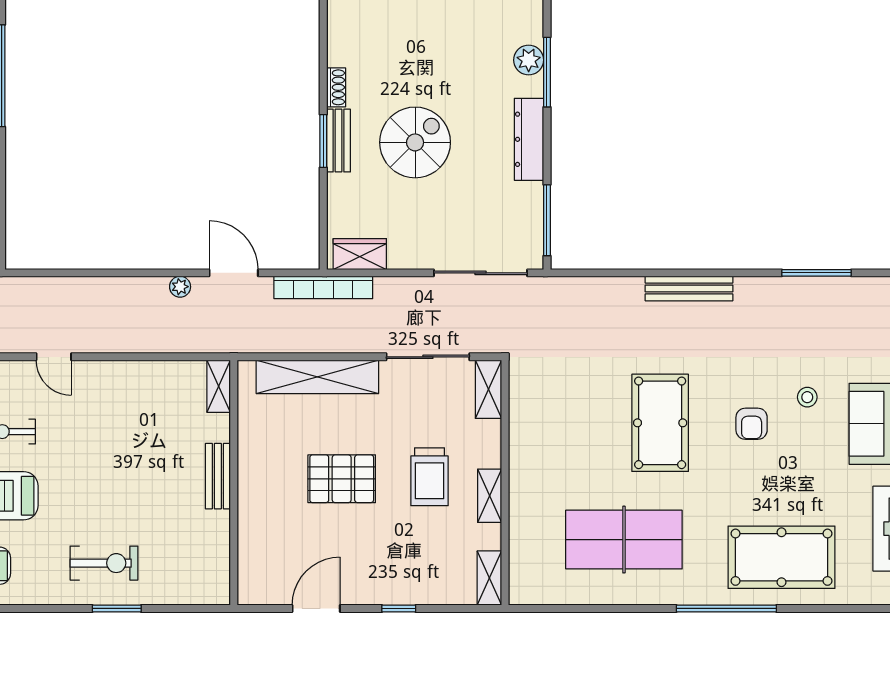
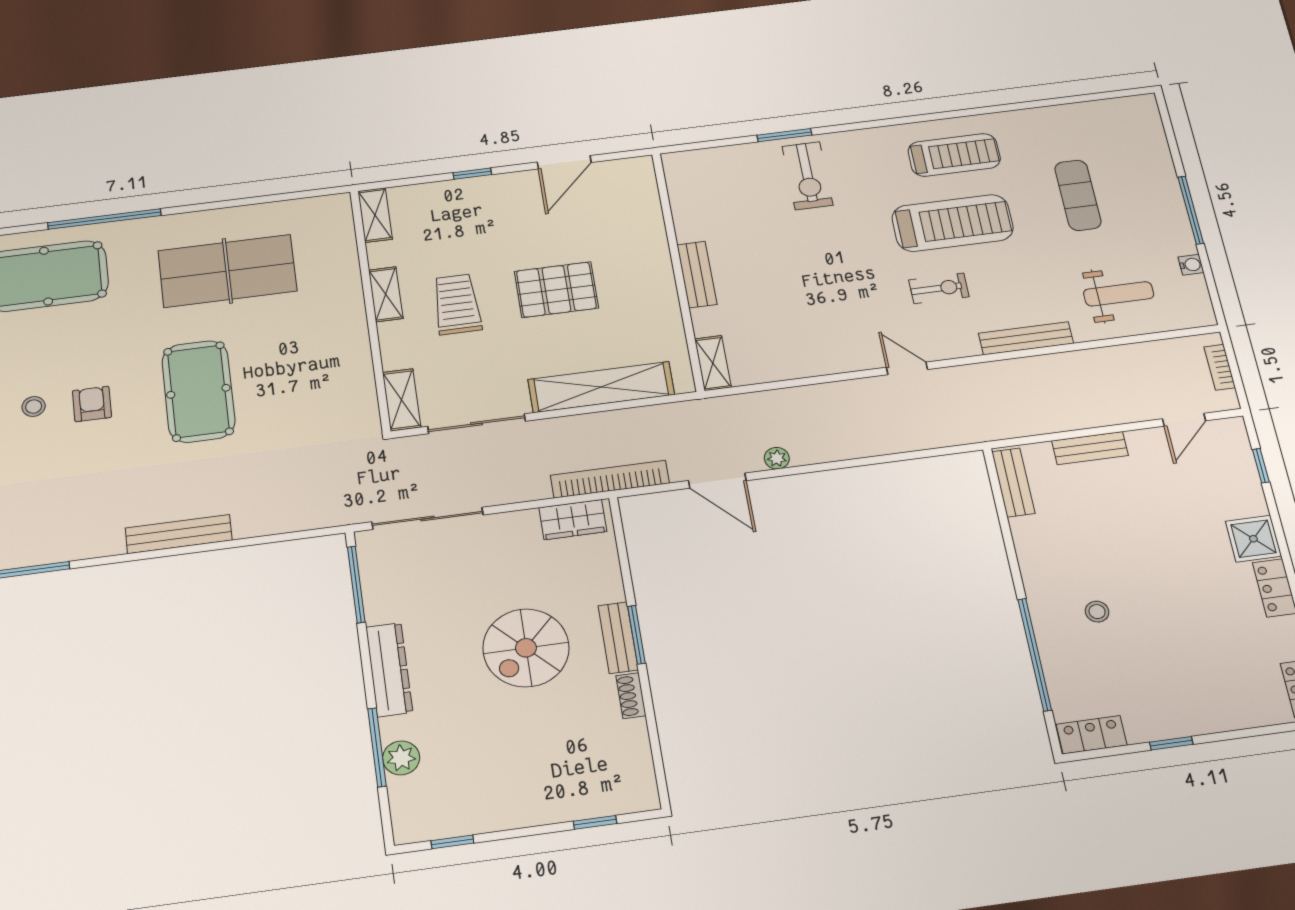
stool: (807, 397) -> (34, 407), moved
exercise bike: (104, 563) -> (807, 176), turned -90

